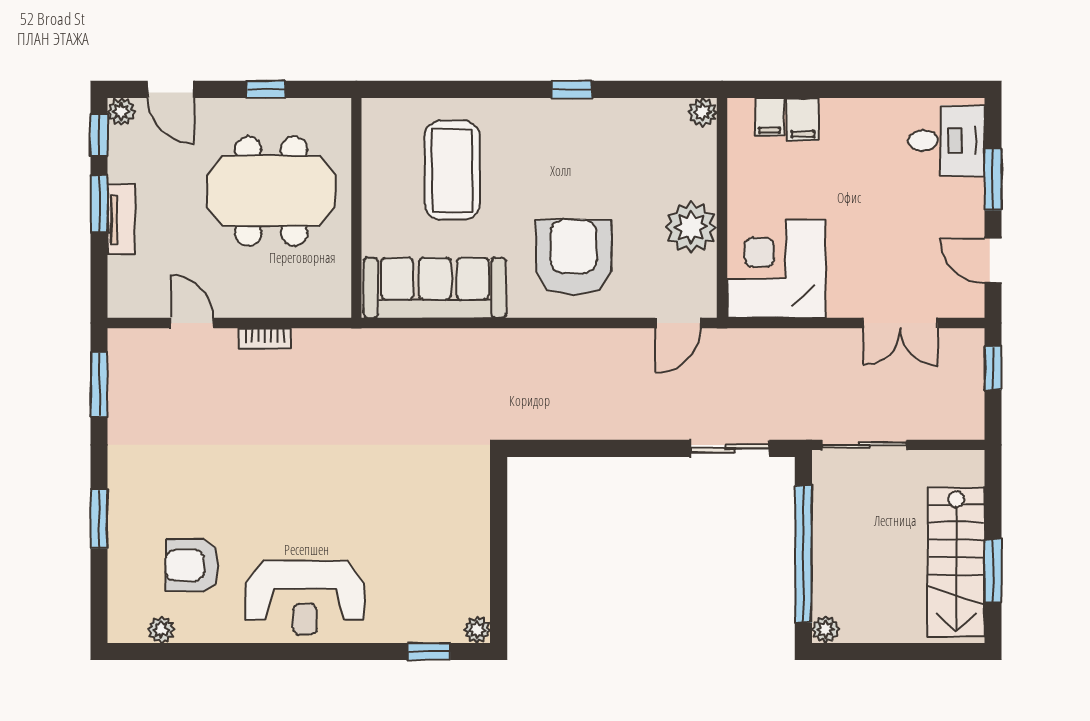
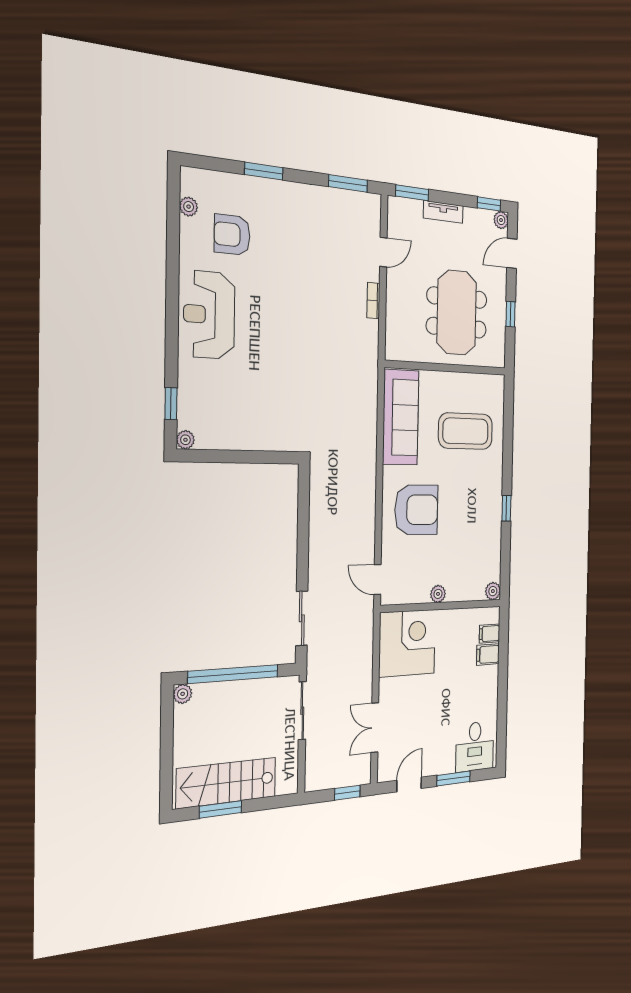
window: (99, 204) -> (412, 193), moved
plant: (691, 227) -> (438, 594), width x0.53, depth x0.53
armchair: (192, 565) -> (232, 235), turned -90

